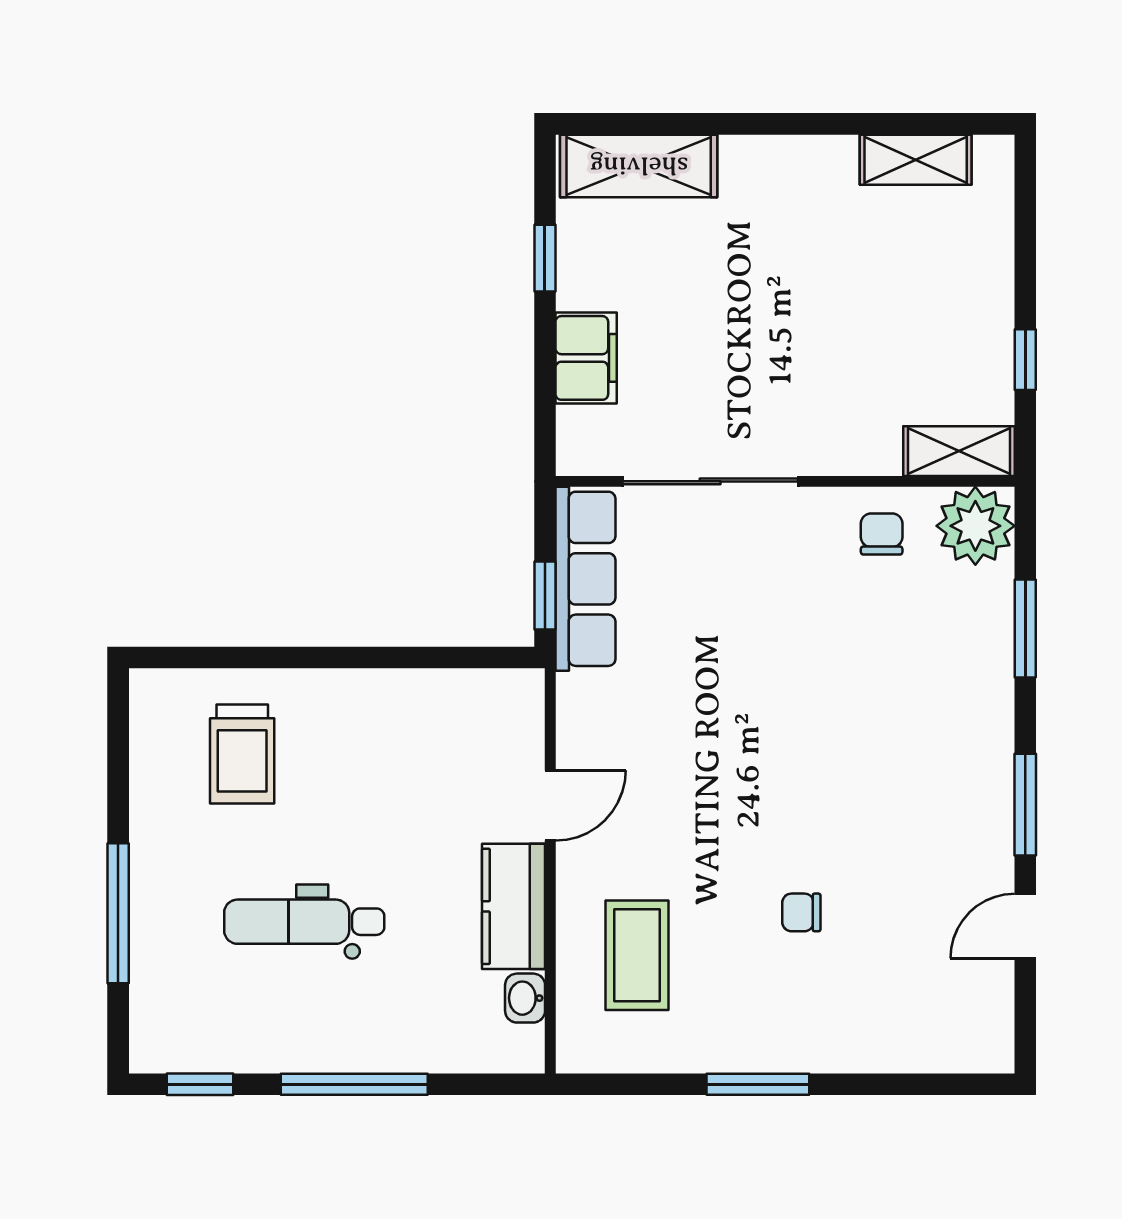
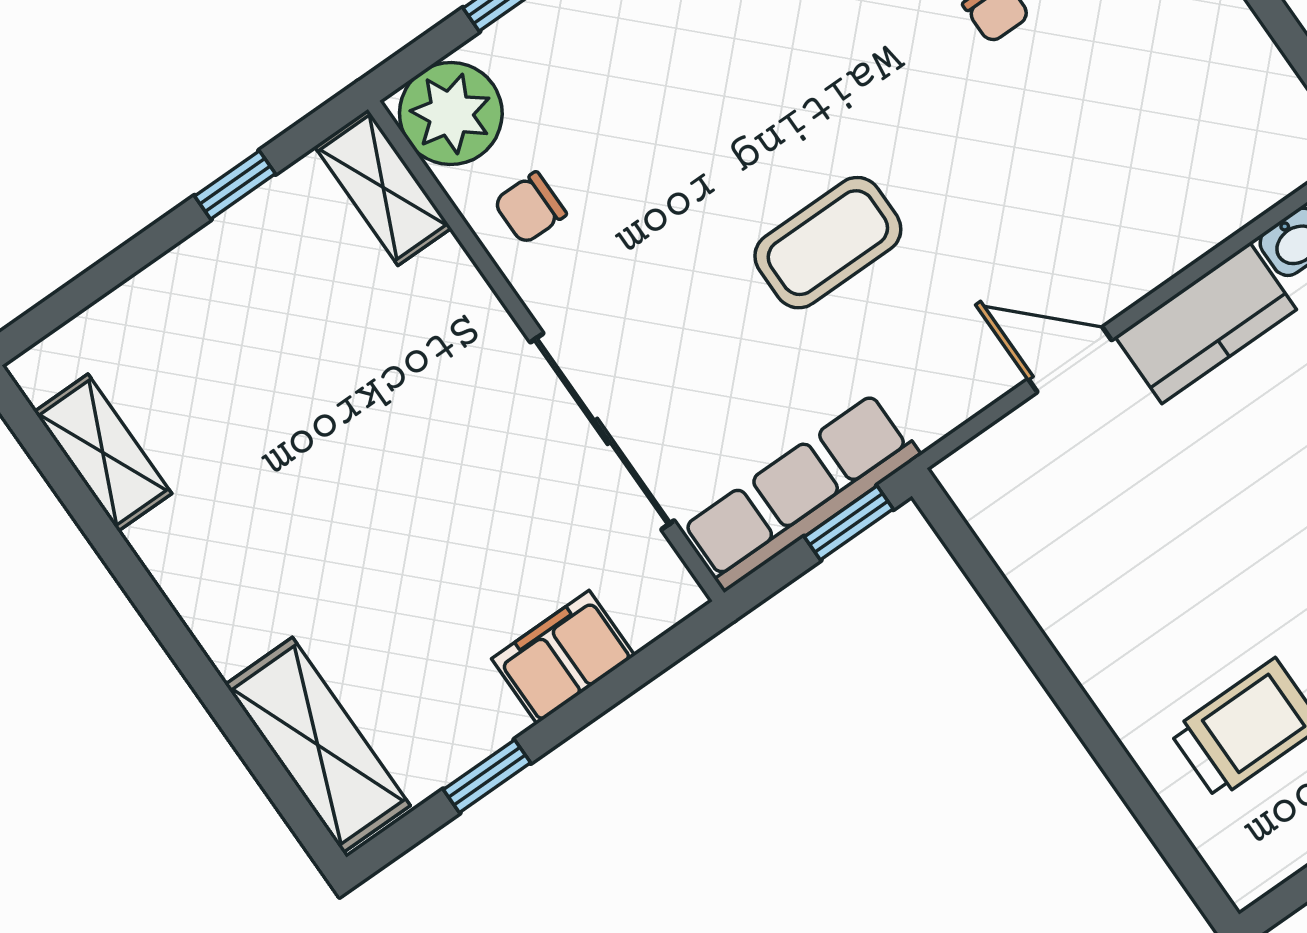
coffee table: (637, 955) -> (828, 243), moved

